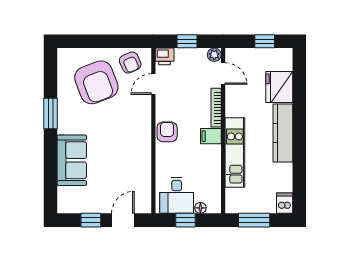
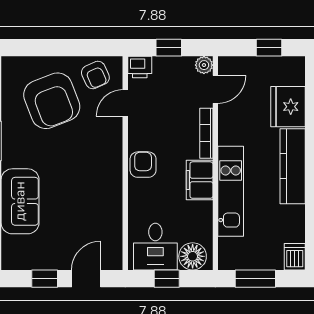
door: (223, 74) -> (215, 89), hinge flipped
filing cabinet: (211, 136) -> (200, 180), width x2.00
floor lamp: (200, 208) -> (193, 256), width x1.89, depth x1.89

